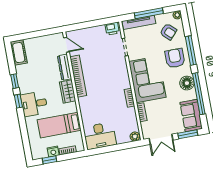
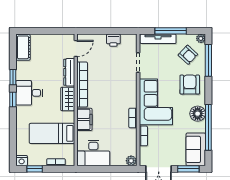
printer: (112, 29) -> (113, 40), moved
door: (66, 45) -> (76, 48), hinge flipped
window: (191, 50) -> (208, 60), moved
desk: (34, 104) -> (29, 93), moved
filing cabinet: (86, 107) -> (84, 119), added
nightstand: (53, 152) -> (22, 161), moved

